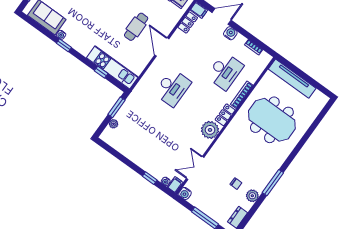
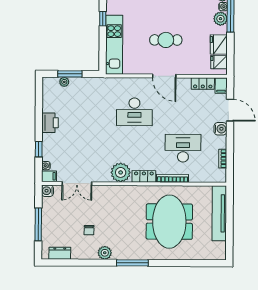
door: (162, 47) -> (164, 76), swing flipped
desk: (225, 71) -> (183, 148), turned 180
window: (101, 72) -> (103, 19), moved
window: (116, 107) -> (70, 74), moved
printer: (136, 156) -> (50, 123), added
double door: (195, 168) -> (77, 183), swing flipped
window: (273, 183) -> (132, 263), moved
plant: (252, 196) -> (105, 253), moved

